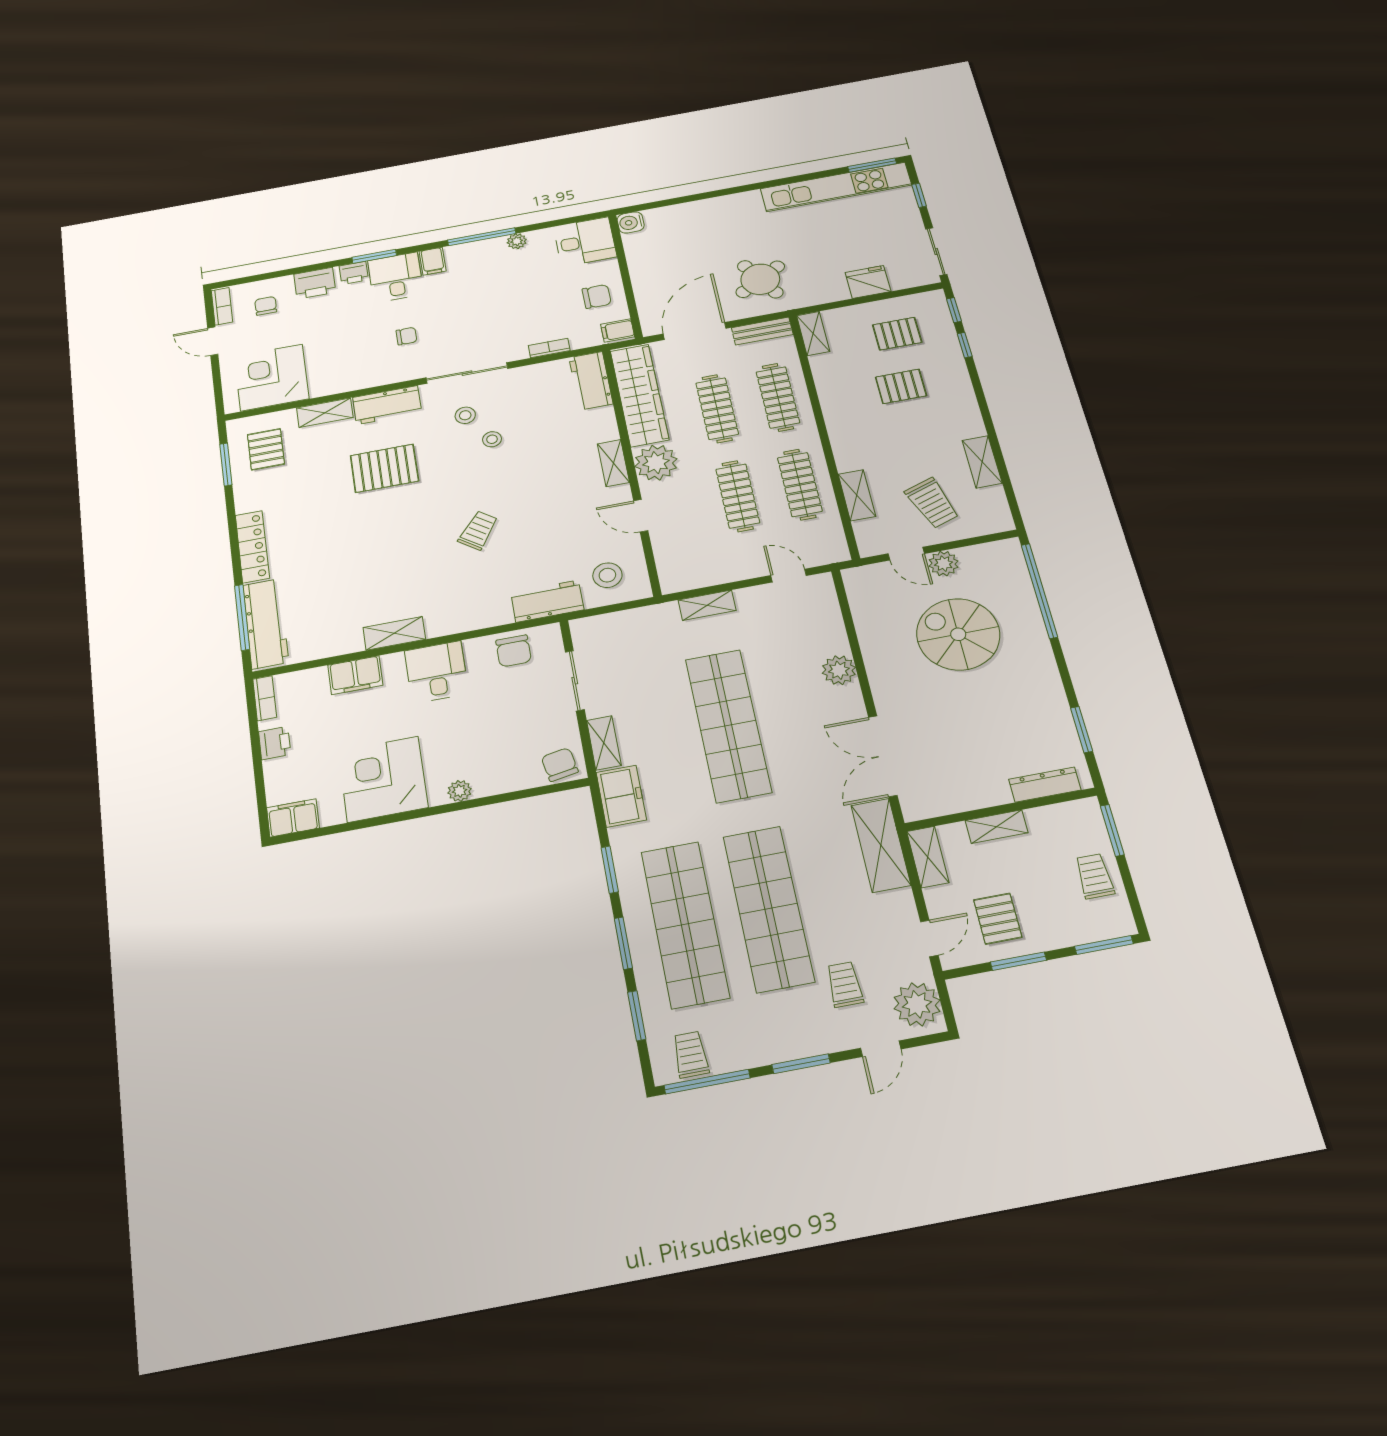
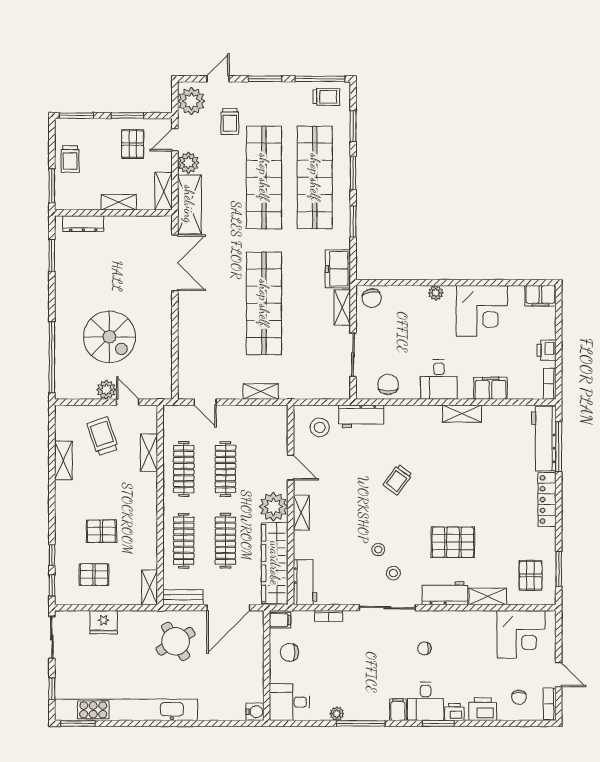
kitchen unit: (836, 187) -> (126, 710), width x1.36
plant: (839, 670) -> (188, 163), moved
trolley: (691, 1054) -> (326, 97), turned -90

